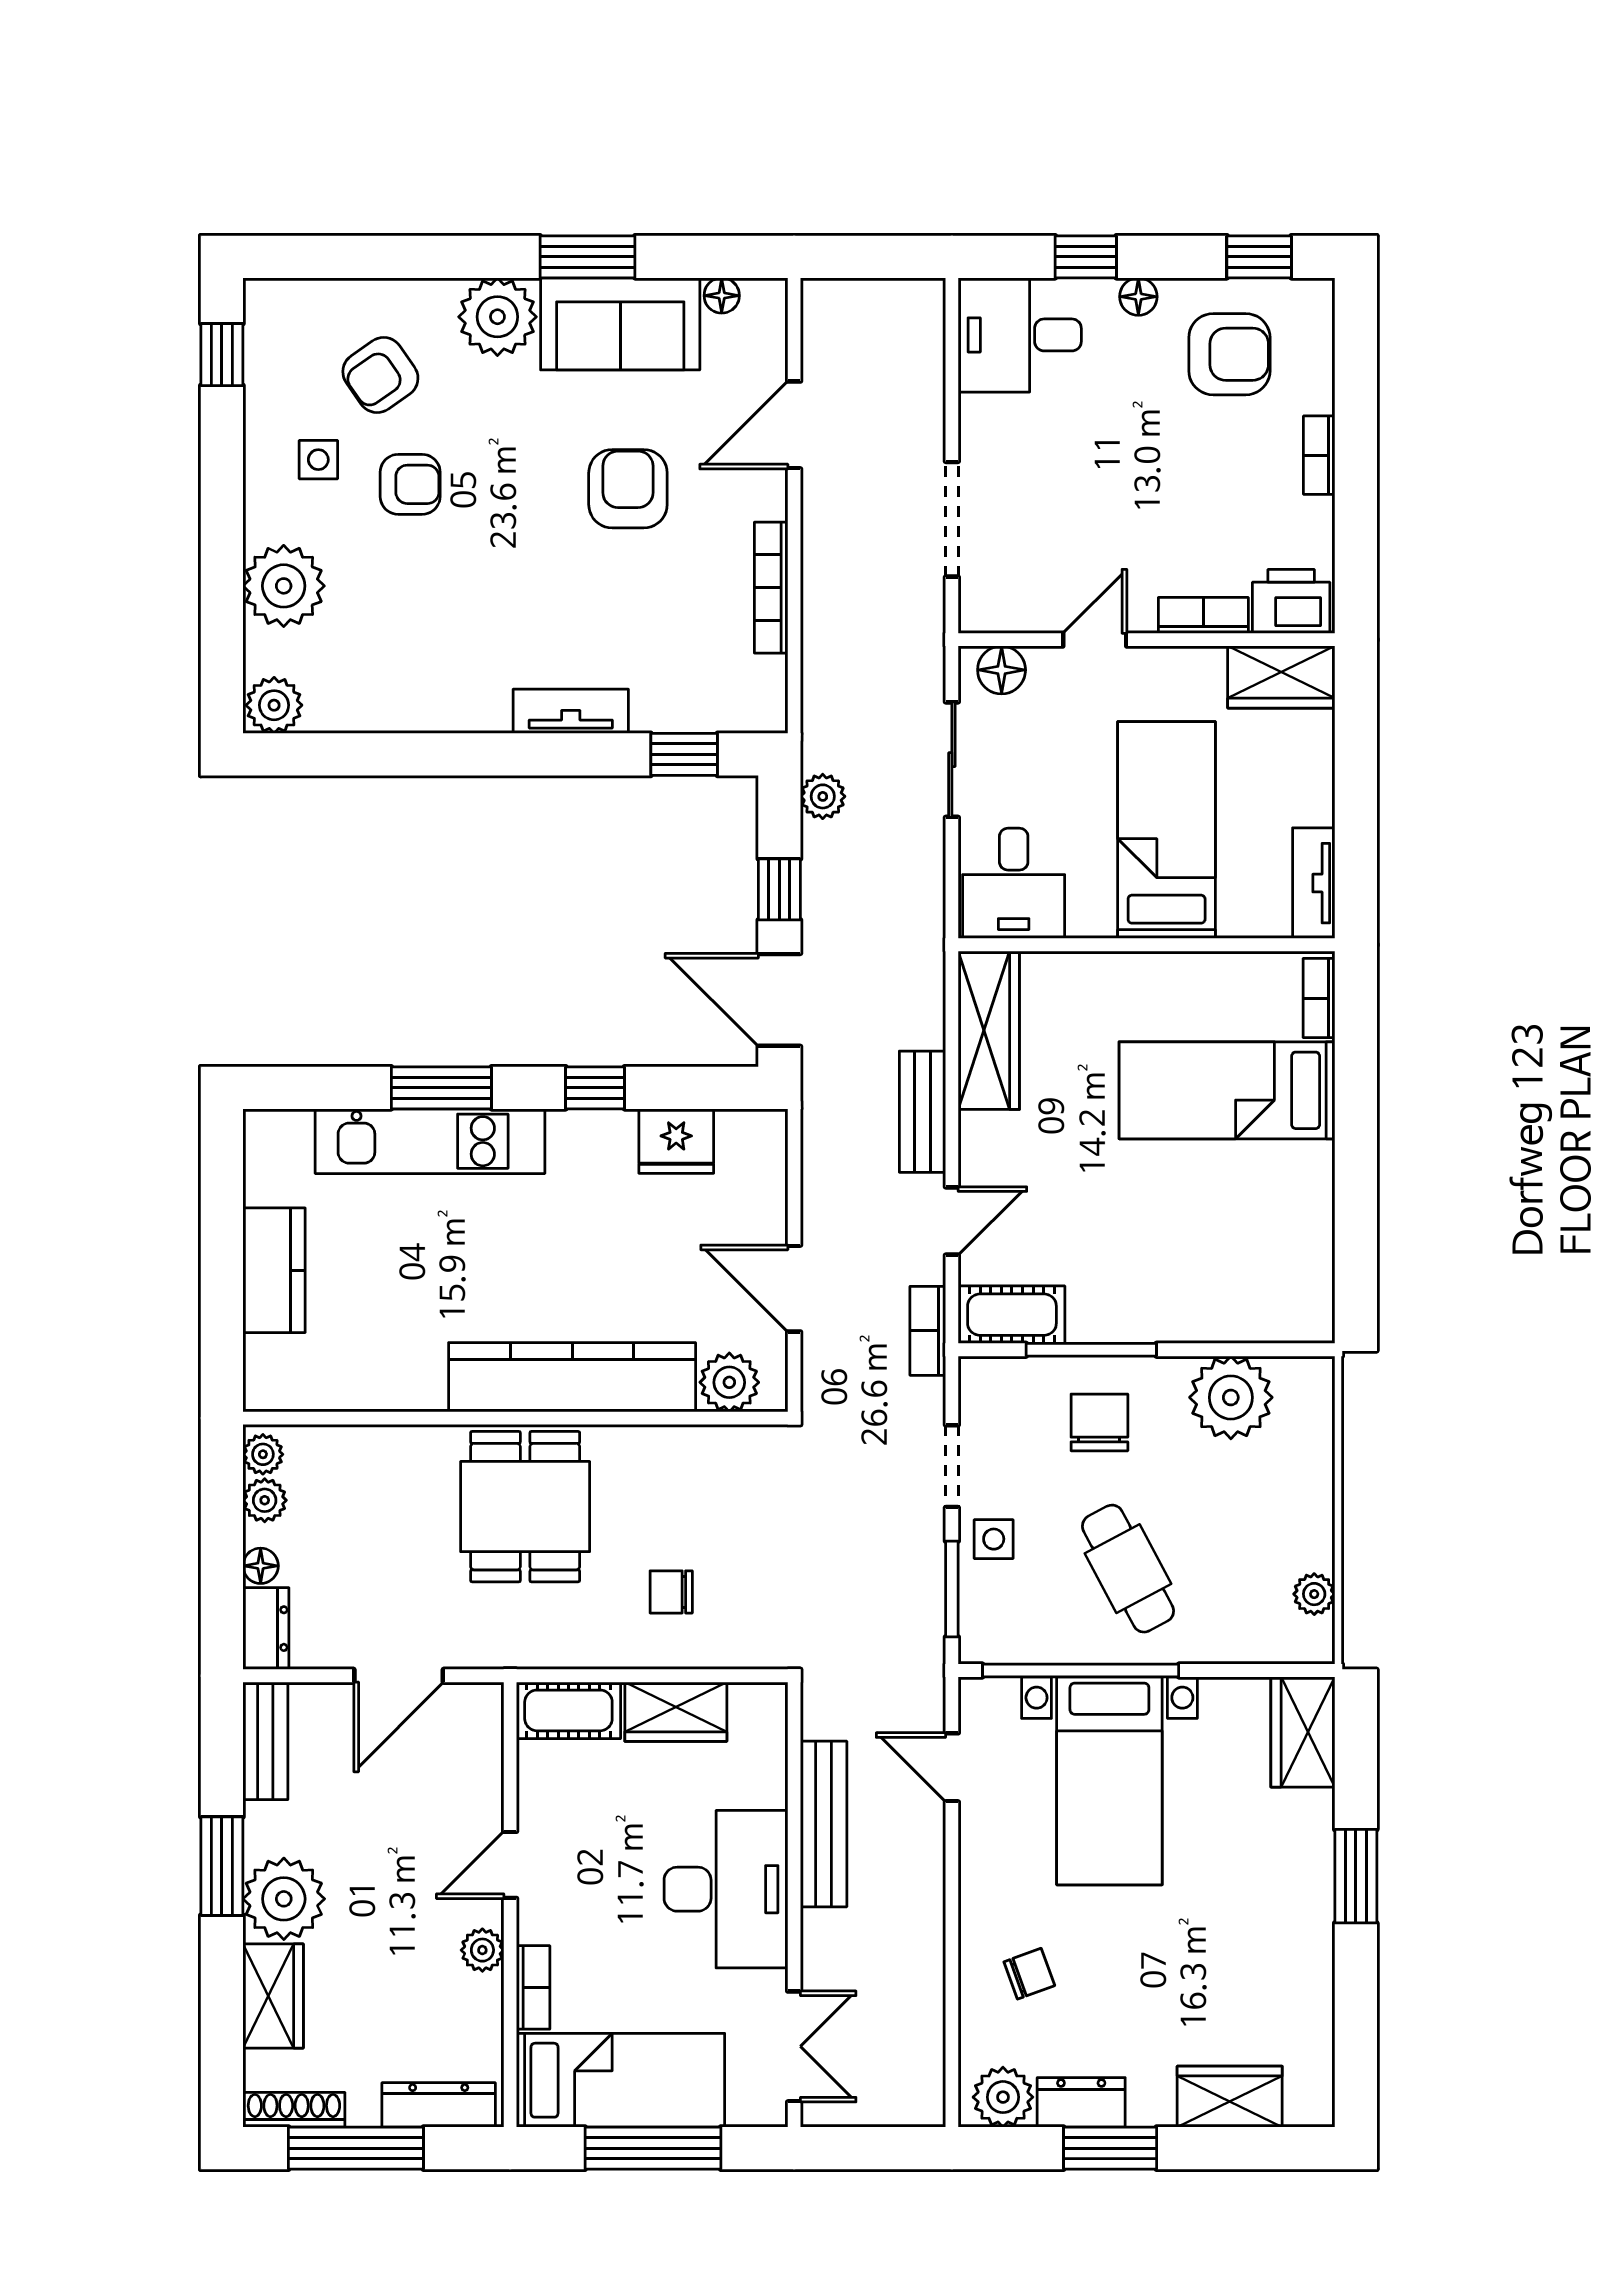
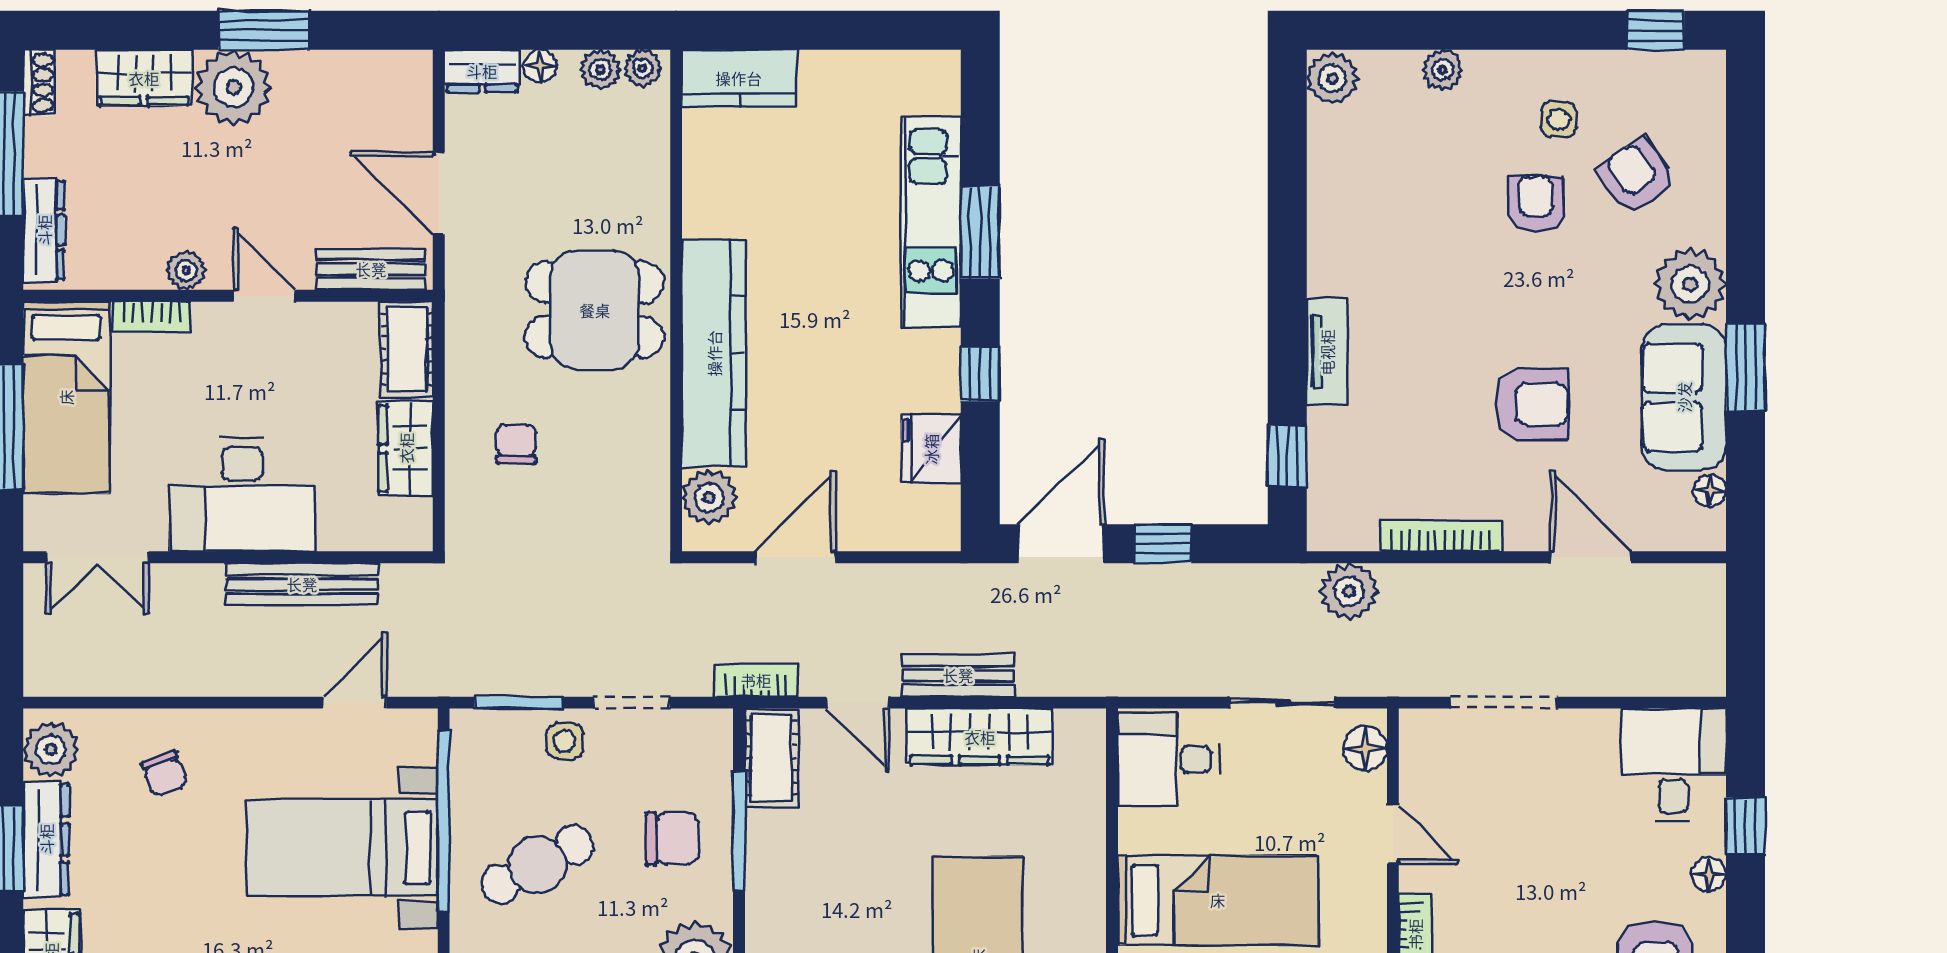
armchair: (410, 484) -> (1536, 204), turned 180
plant: (284, 586) -> (1442, 70), width x0.53, depth x0.53
plant: (823, 796) -> (1349, 591), moved, width x1.38, depth x1.38
wardrobe: (989, 1030) -> (980, 737), moved
kitchen counter: (274, 1270) -> (739, 78), moved
bench: (265, 1741) -> (371, 269), moved
dresser: (1081, 2102) -> (46, 839), width x1.44
shoe rack: (294, 2110) -> (39, 83), width x0.70

